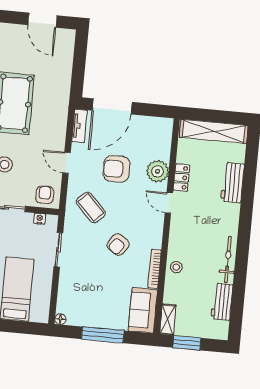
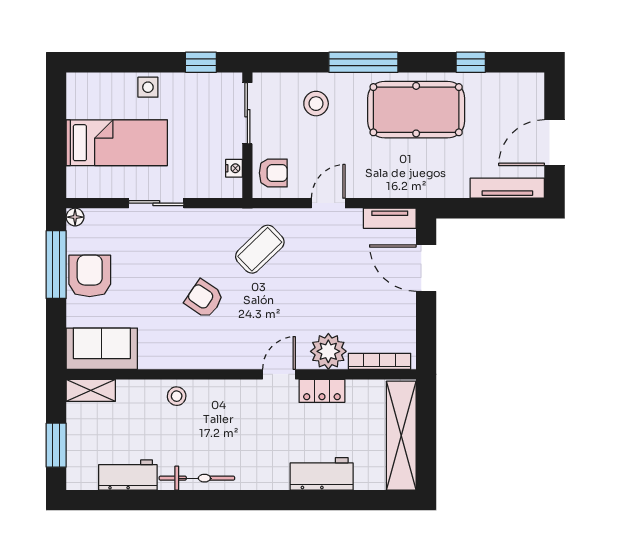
tv unit: (68, 52) -> (507, 188), added
door: (112, 106) -> (426, 268), width x0.73
armchair: (116, 169) -> (90, 276), moved
sliding door: (58, 250) -> (156, 203), moved
bookcase: (155, 269) -> (380, 361), moved
window: (103, 335) -> (56, 265), moved
window: (187, 343) -> (56, 445), moved

